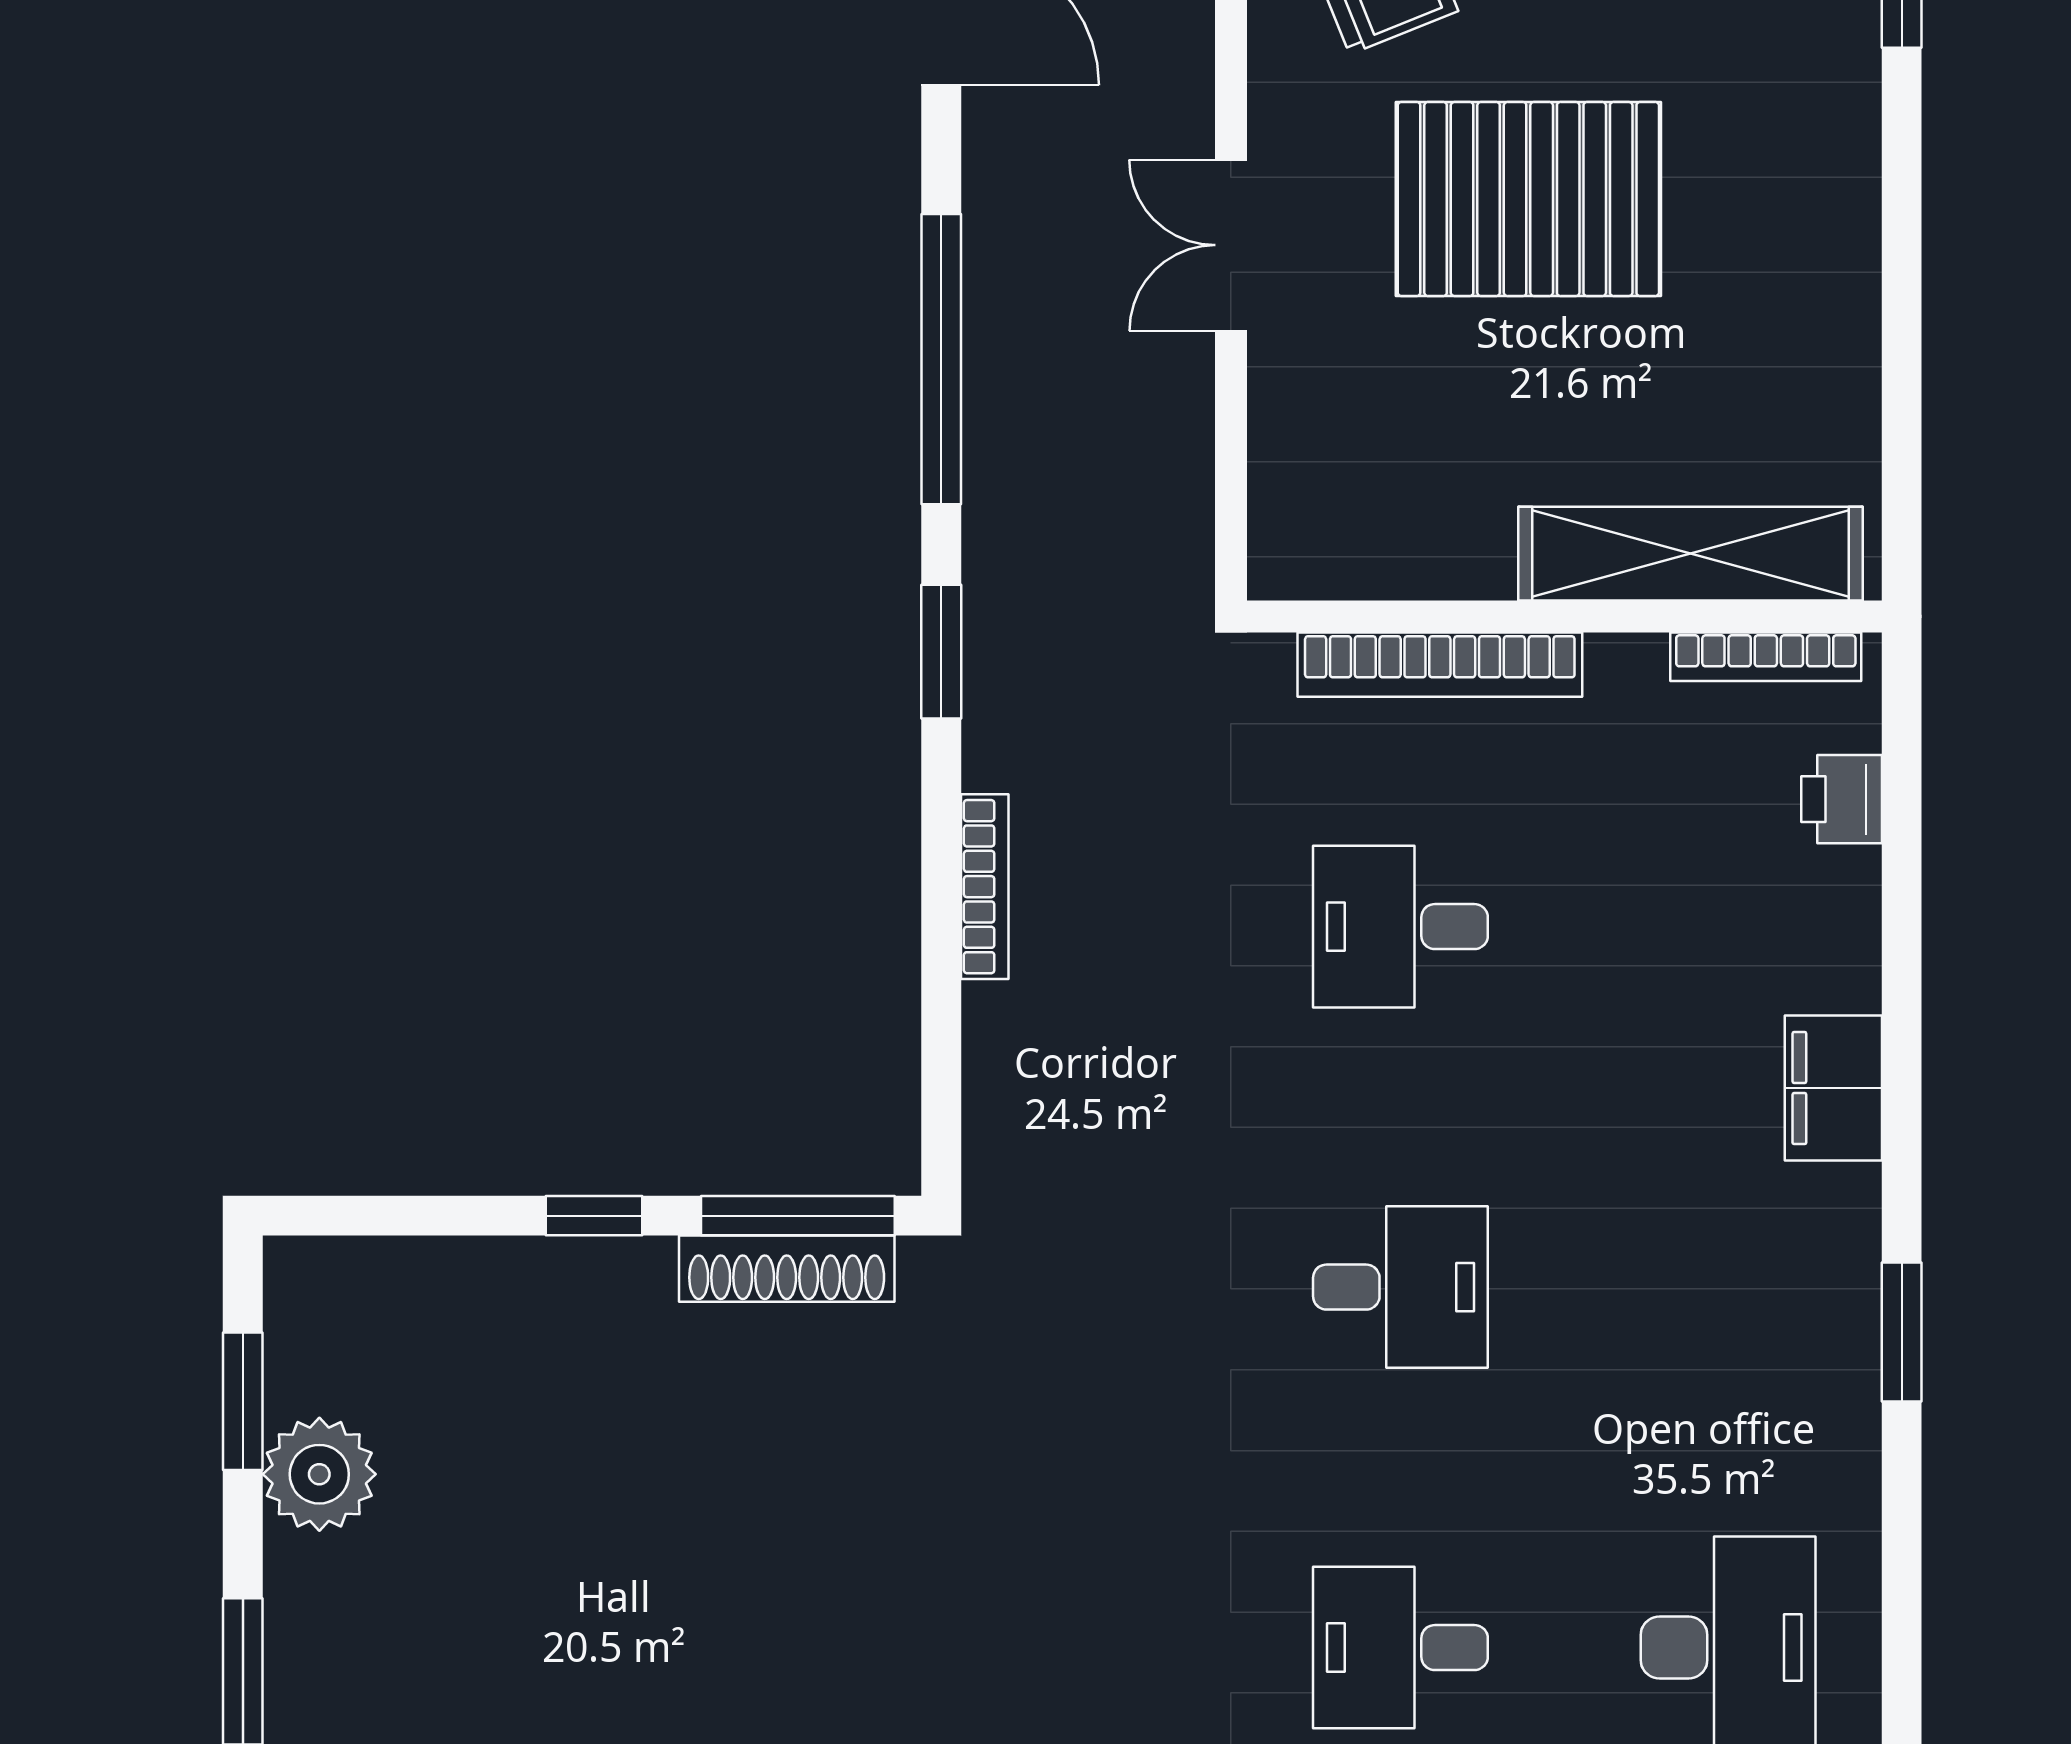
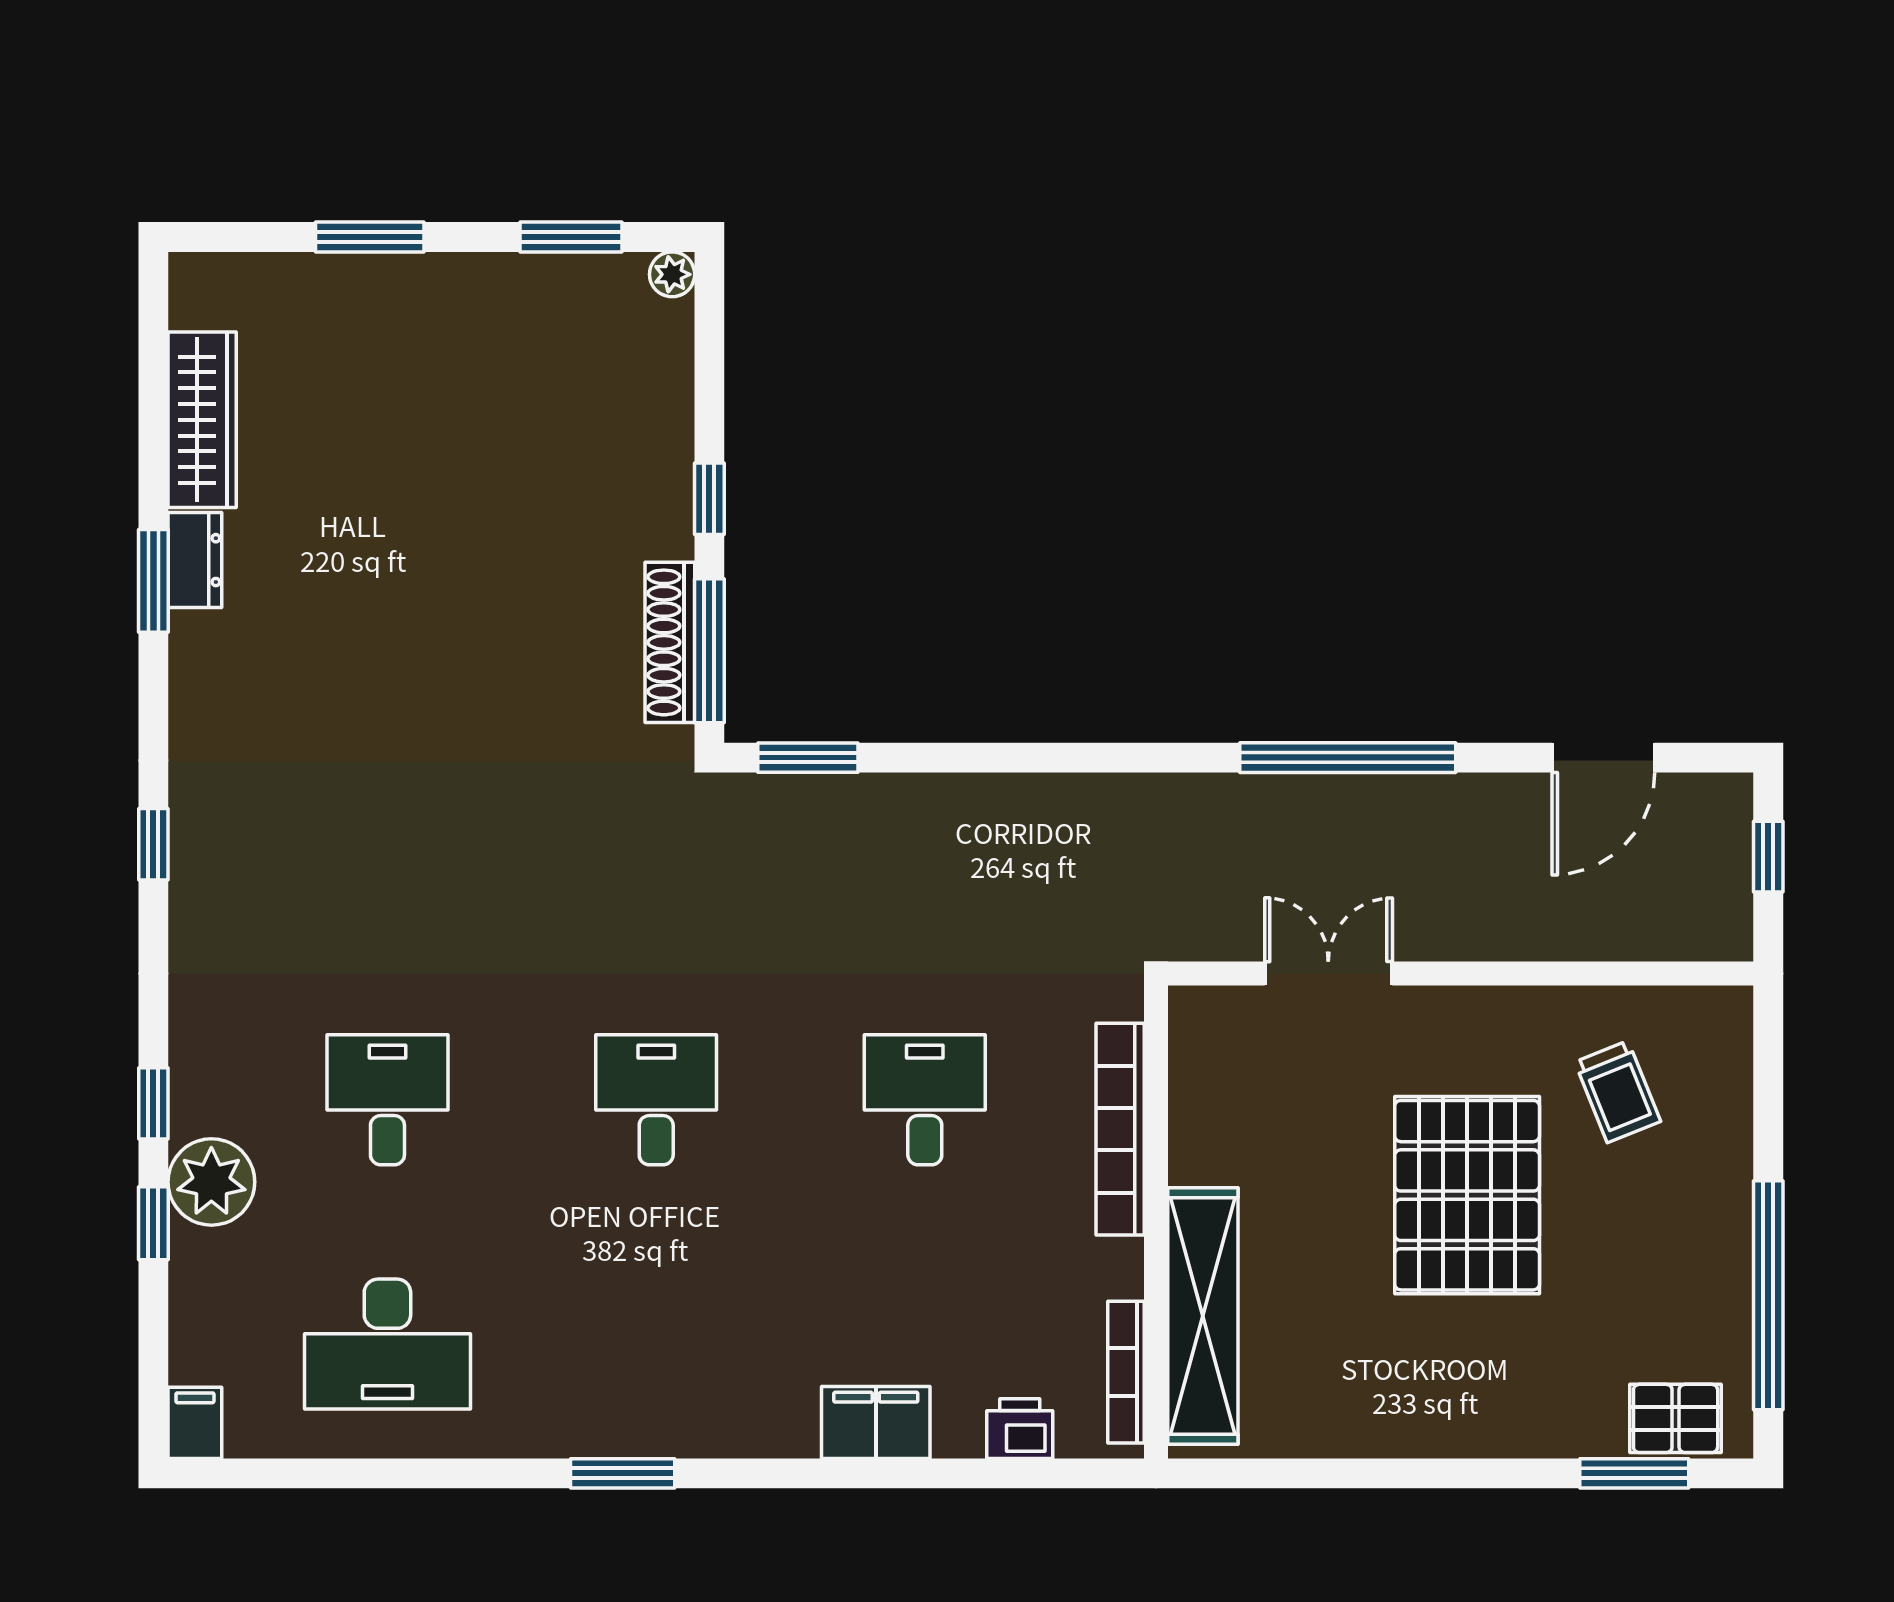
double door: (1231, 245) -> (1328, 973), moved
window: (941, 652) -> (808, 758), moved
bookcase: (985, 887) -> (955, 790), removed
filing cabinet: (1833, 1088) -> (876, 1422), moved
desk: (1400, 1287) -> (656, 1100), turned 180
plant: (319, 1474) -> (672, 274), moved, width x0.53, depth x0.53

